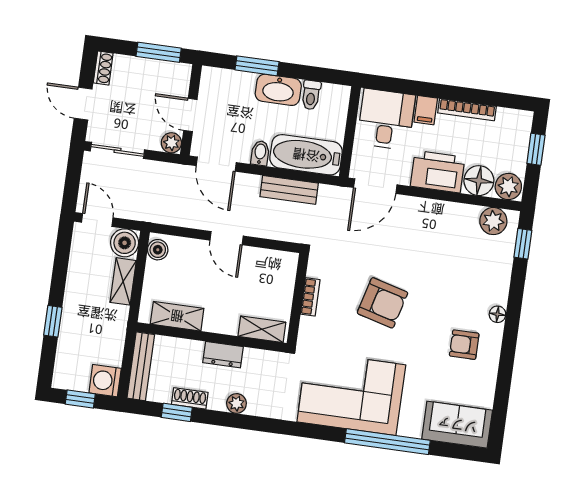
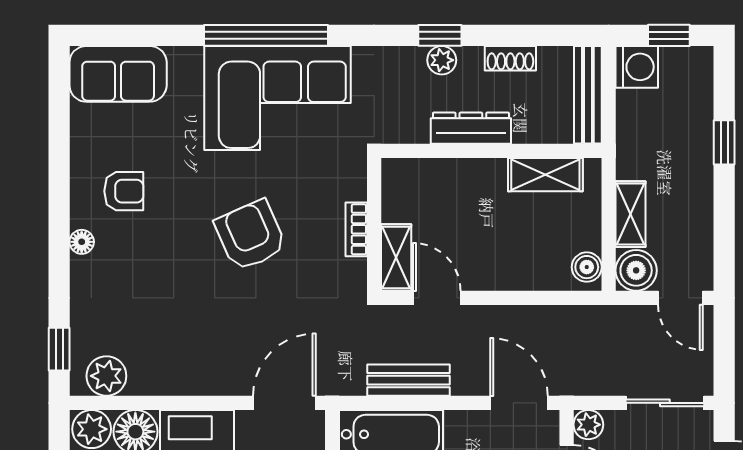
bidet: (260, 153) -> (458, 427), removed
door: (227, 238) -> (437, 298), moved
armchair: (382, 303) -> (251, 235), turned 51
shelving: (262, 329) -> (396, 257), moved, turned 90
dresser: (223, 355) -> (471, 128), width x1.44
window: (177, 412) -> (440, 35), moved
window: (387, 442) -> (266, 35), moved

